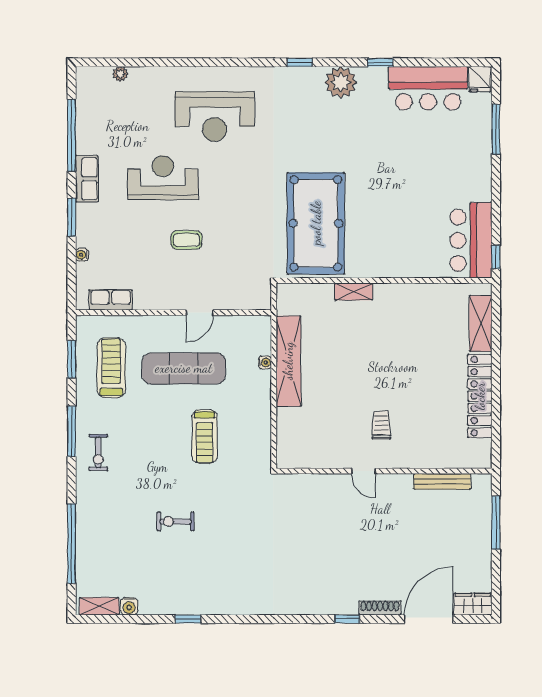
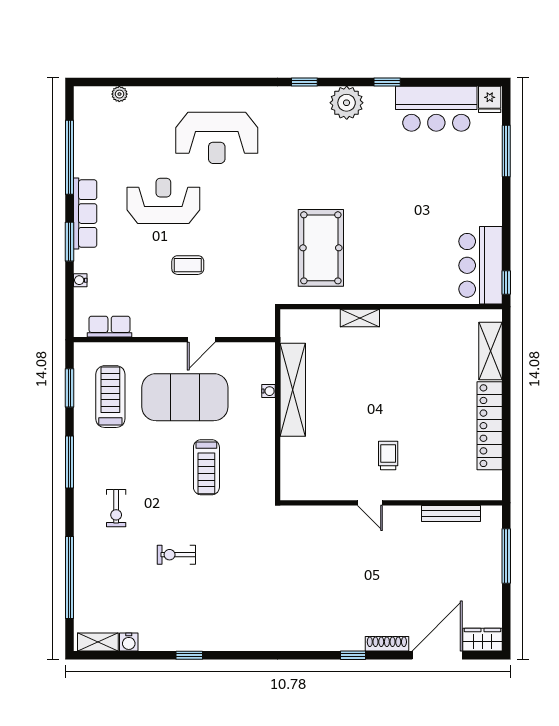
row of seats: (87, 179) -> (85, 214), width x1.48
pool table: (316, 223) -> (321, 248), width x0.73, depth x0.76
exercise mat: (184, 368) -> (185, 397), width x1.47
exercise bike: (98, 452) -> (116, 508), moved

